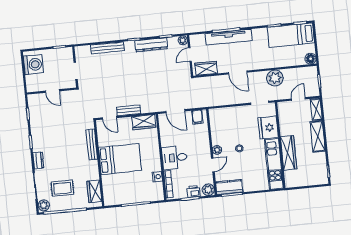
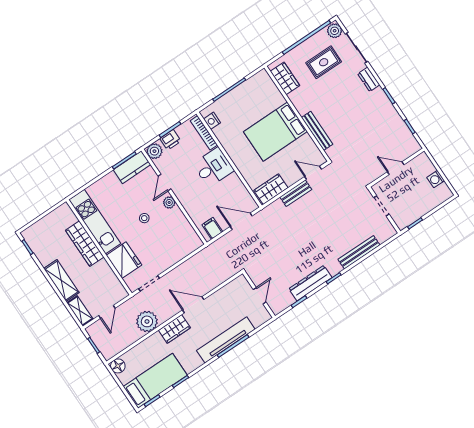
plant: (183, 40) -> (277, 308), removed
washing machine: (33, 65) -> (436, 179), width x0.53, depth x0.53
wardrobe: (206, 68) -> (174, 329), moved
nightstand: (157, 177) -> (212, 121), moved

